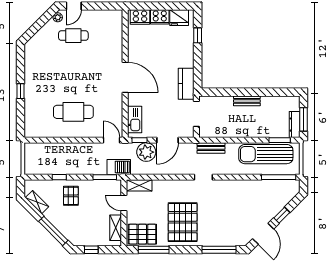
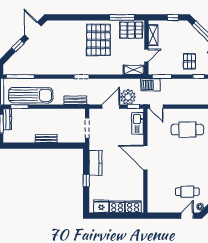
window: (198, 35) -> (86, 180), moved
kitchen counter: (186, 84) -> (96, 163), moved
door: (124, 203) -> (146, 55), hinge flipped
window: (219, 250) -> (69, 17), removed

